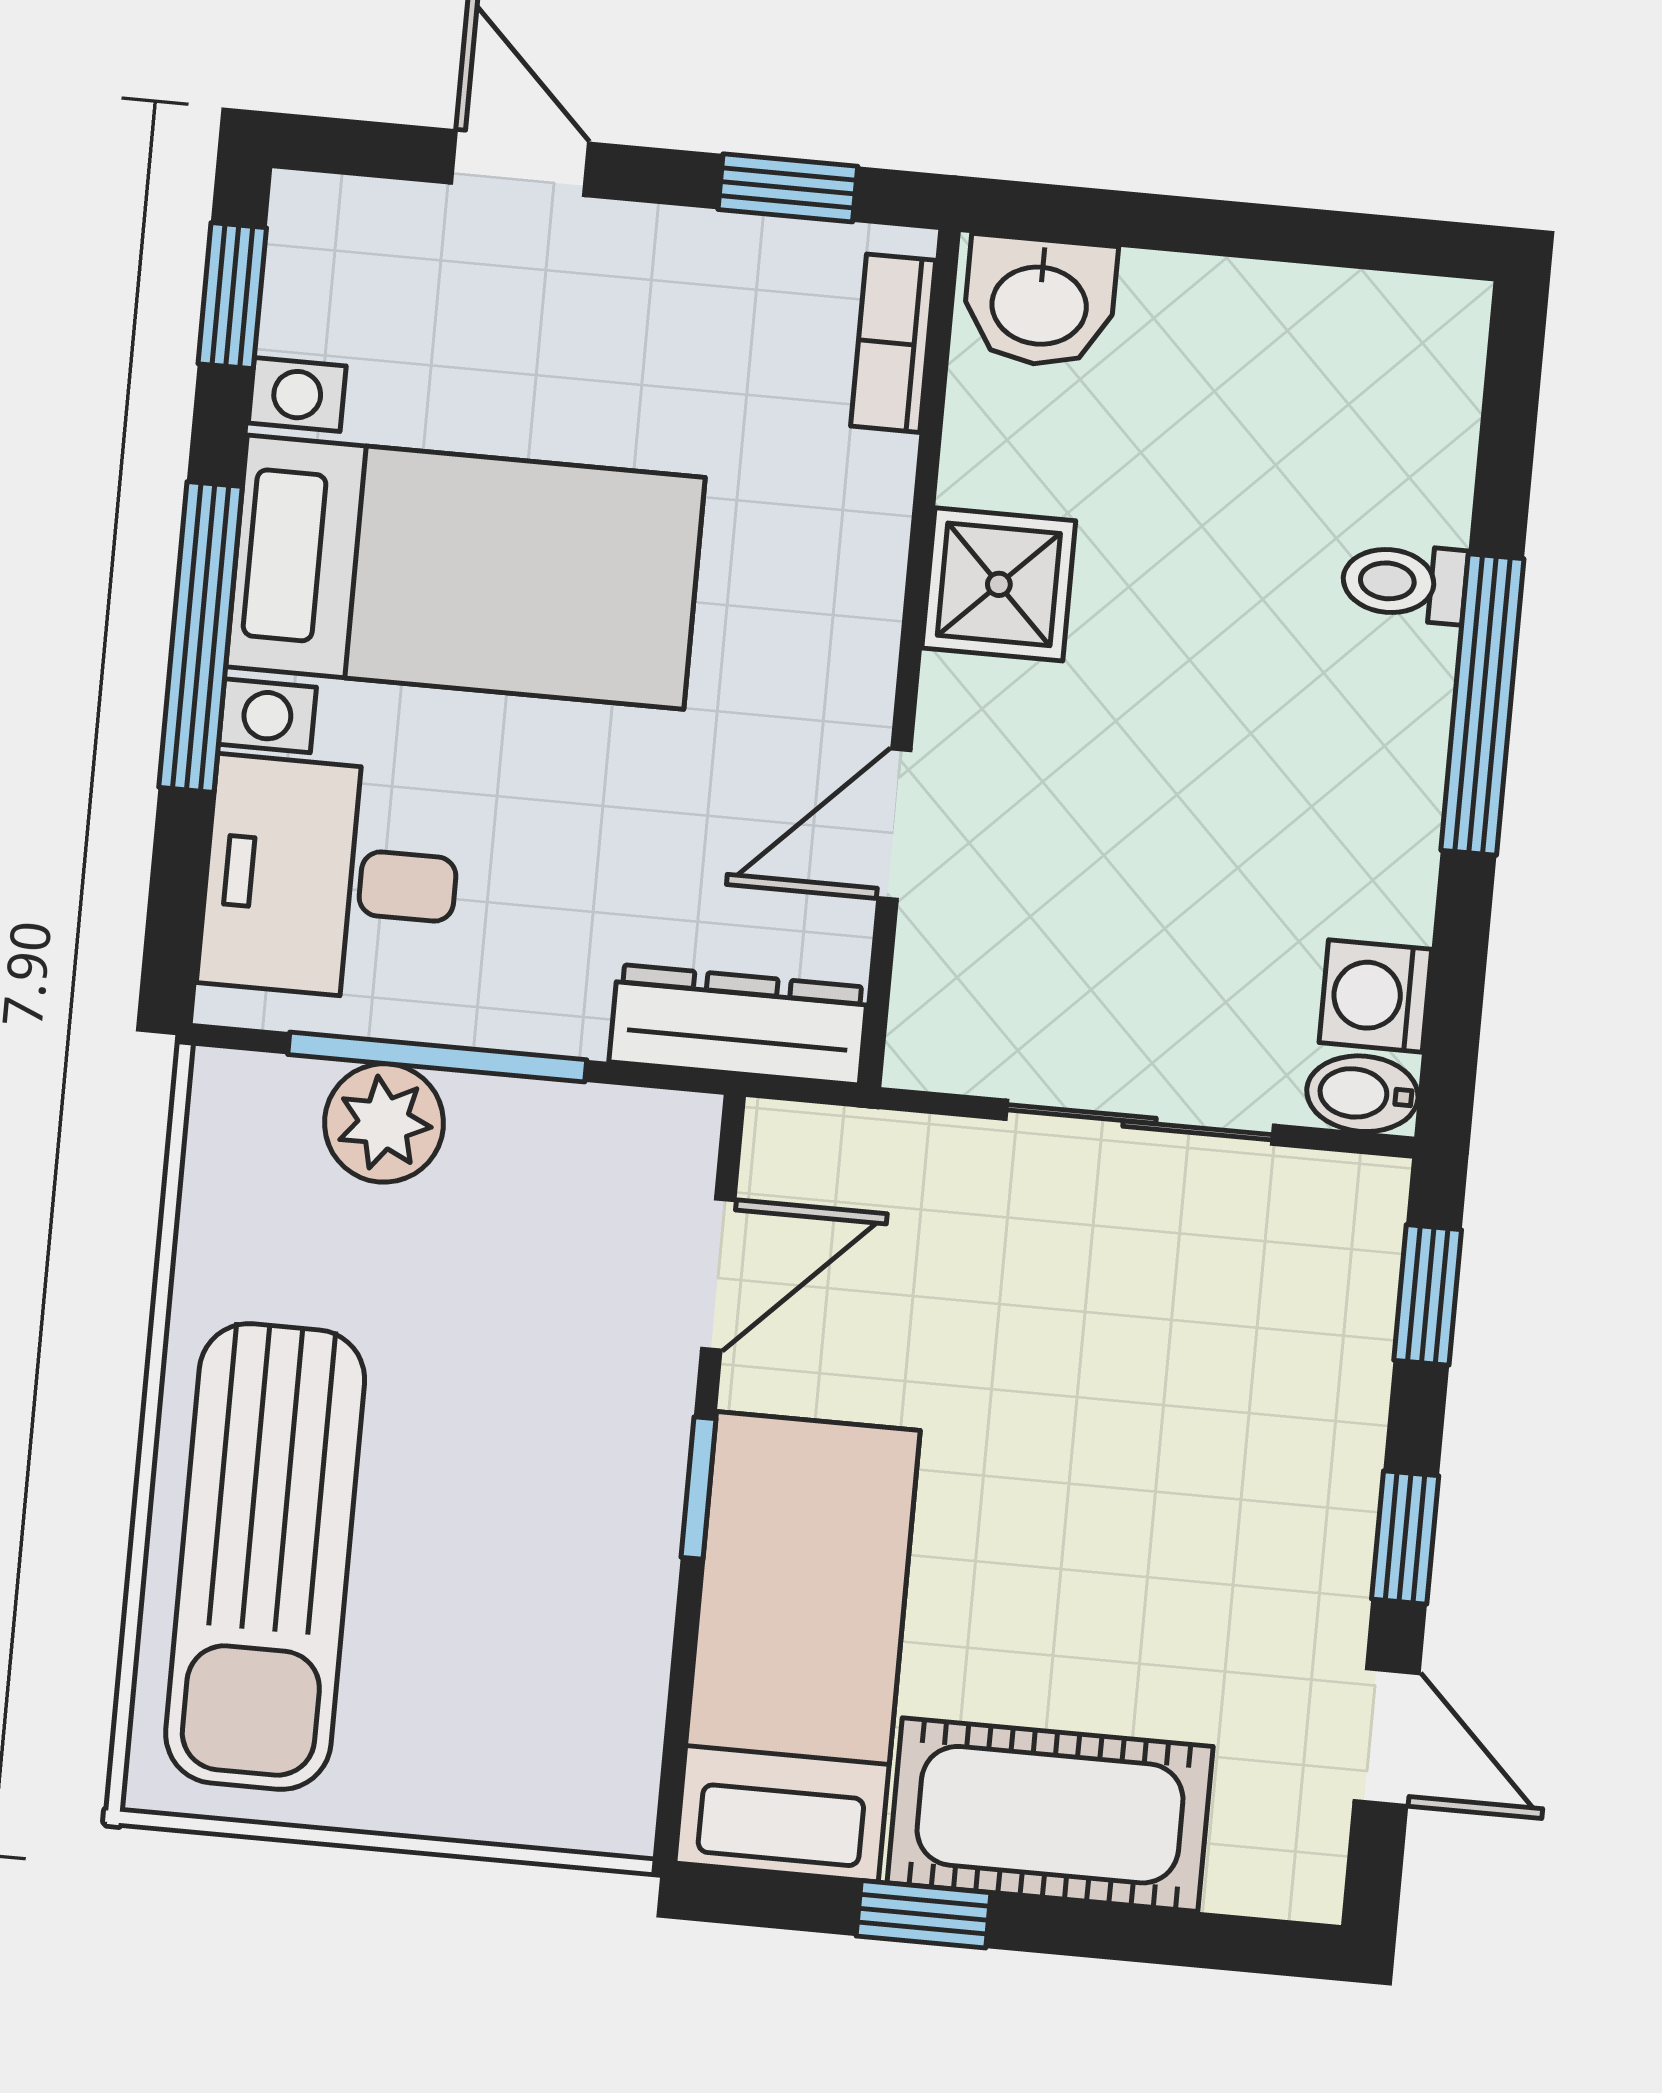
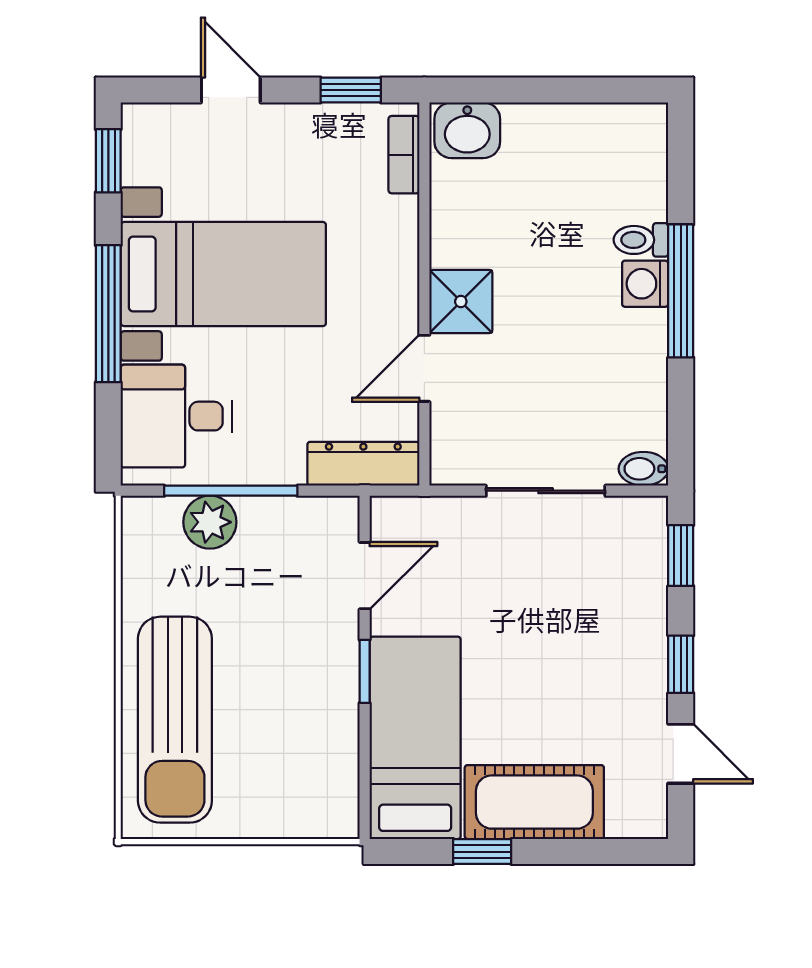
shower: (999, 584) -> (461, 302), moved
washing machine: (1375, 996) -> (645, 284), moved

